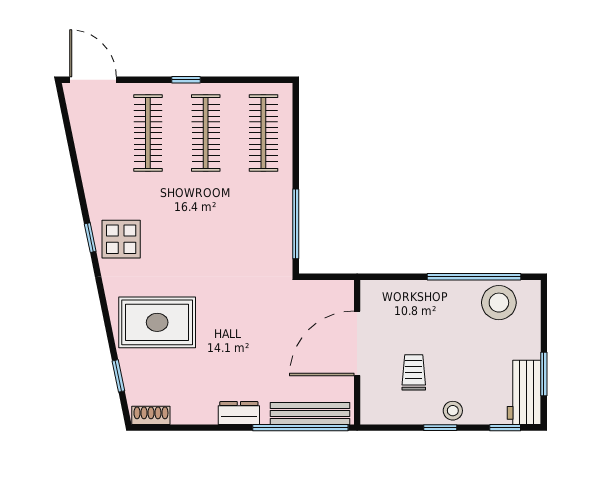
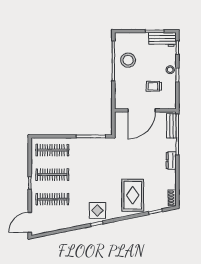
stool: (499, 303) -> (128, 60), moved
door: (357, 343) -> (142, 110), hinge flipped
bench: (310, 413) -> (171, 126), width x0.73

